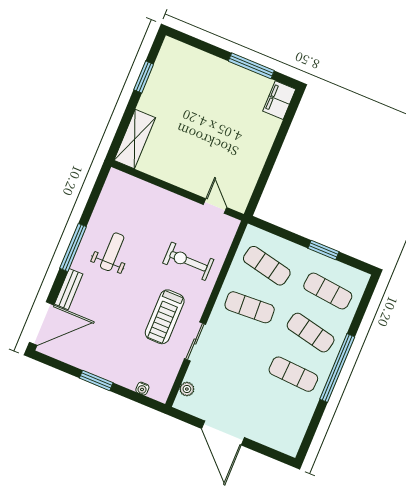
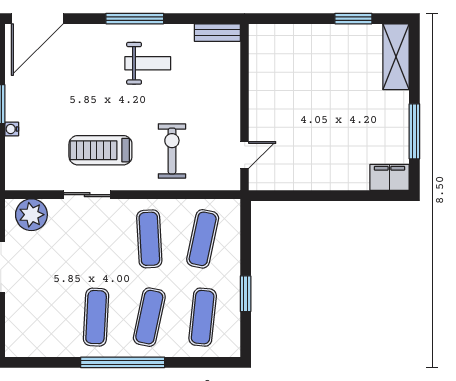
shelving: (135, 139) -> (396, 57), moved, turned 90
bench: (69, 289) -> (217, 33), moved
door: (42, 324) -> (37, 19), hinge flipped
water cooler: (142, 389) -> (12, 129), moved
plant: (187, 389) -> (31, 215), width x1.87, depth x1.87

